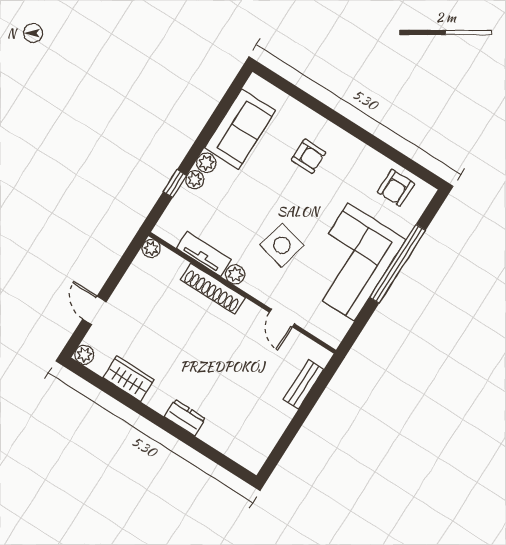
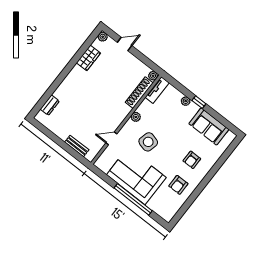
plant: (206, 163) -> (194, 108), removed
window: (175, 184) -> (199, 102), moved
armchair: (396, 188) -> (178, 185), moved, turned -90
tv unit: (204, 254) -> (157, 90), moved
shoe rack: (213, 289) -> (139, 93), moved
dresser: (185, 418) -> (50, 105), moved

